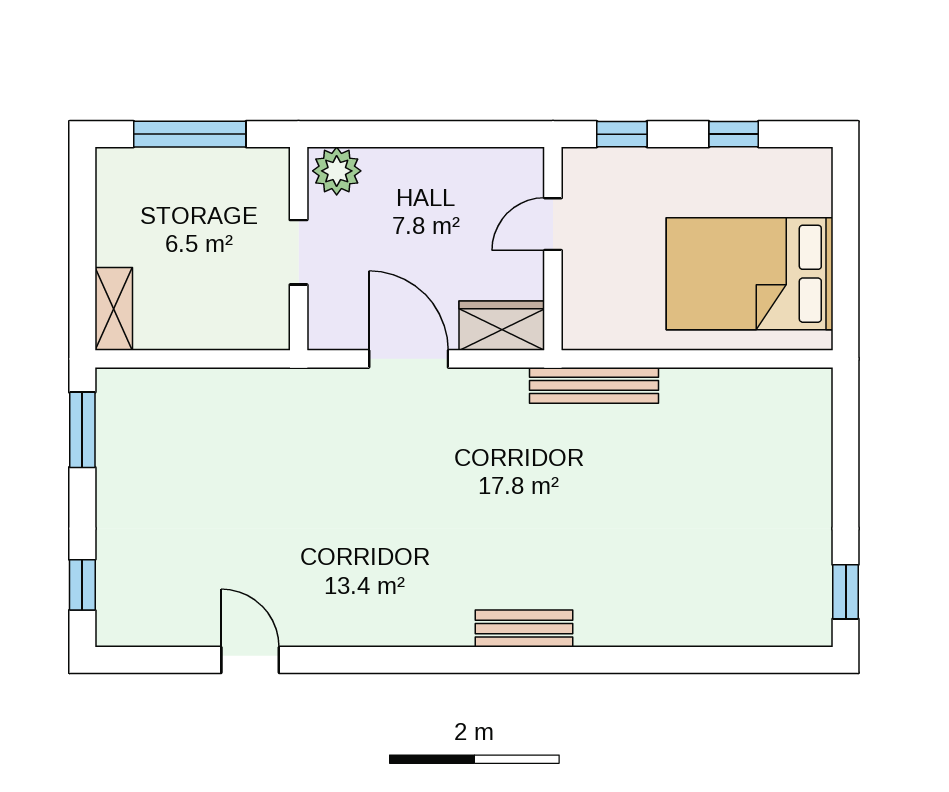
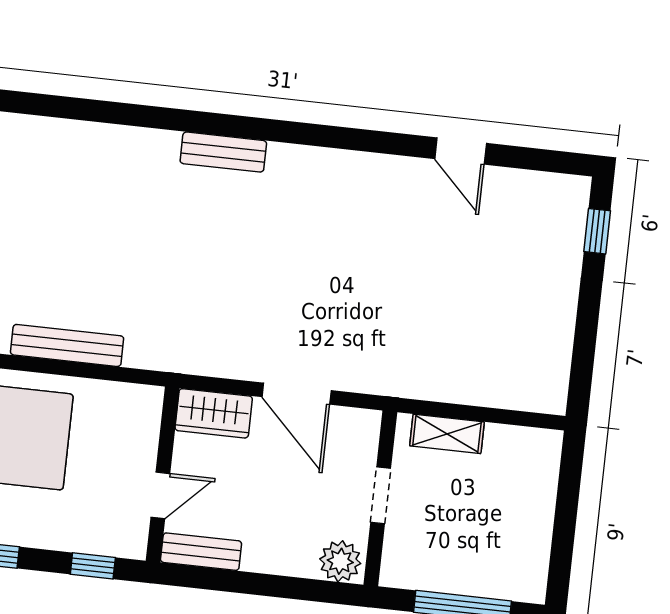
bench: (499, 164) -> (201, 552), added
shelving: (114, 309) -> (447, 434), moved, turned 90
bench: (594, 385) -> (67, 345), moved
window: (82, 430) -> (582, 364), removed

